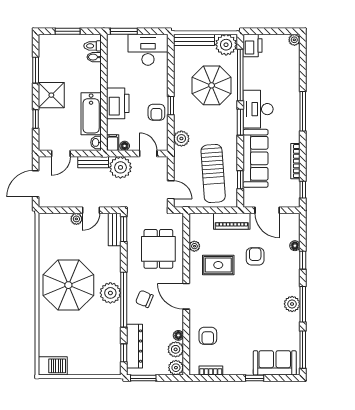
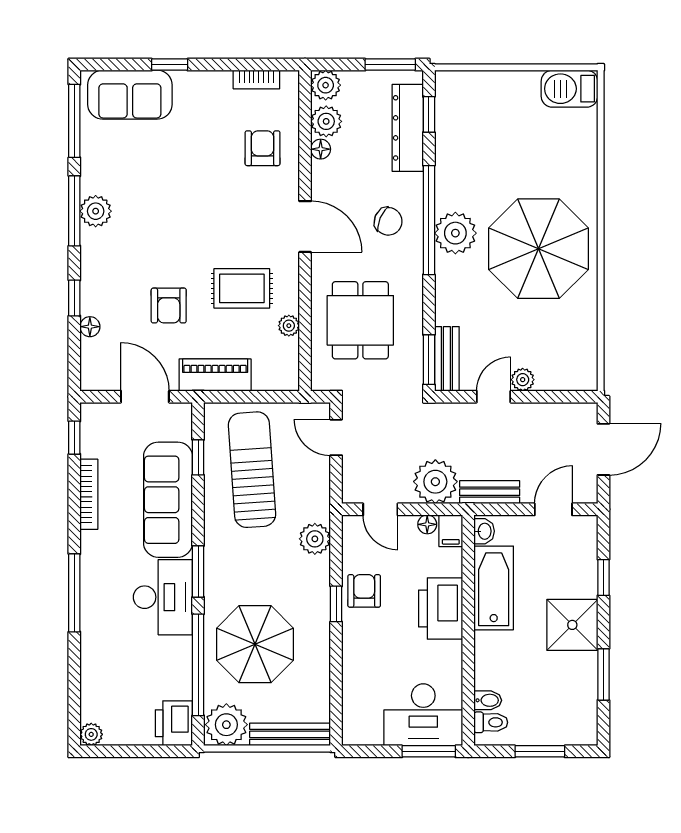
desk: (148, 50) -> (423, 715), moved

